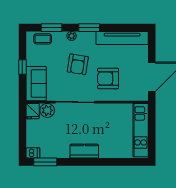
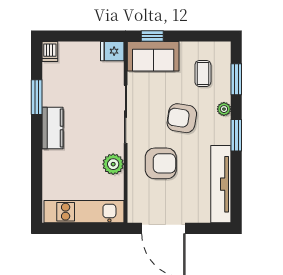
coffee table: (43, 39) -> (203, 73), moved
window: (22, 67) -> (152, 36), moved
armchair: (108, 78) -> (161, 163), turned 90
plant: (47, 110) -> (113, 164), moved
window: (45, 162) -> (37, 97), moved

